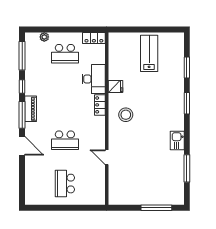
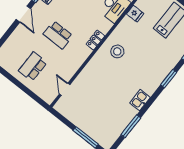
fridge: (116, 86) -> (135, 14), moved
locker: (100, 105) -> (95, 40), moved
door: (107, 157) -> (65, 89), moved

